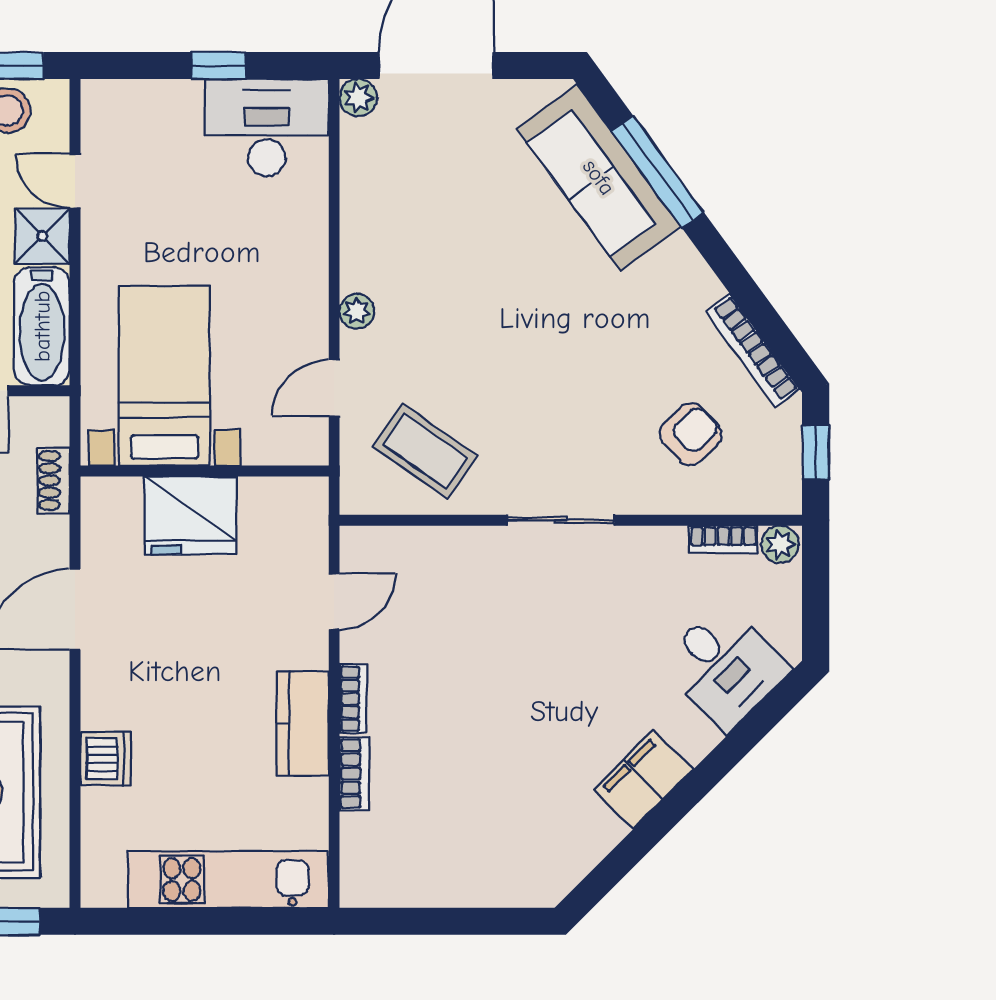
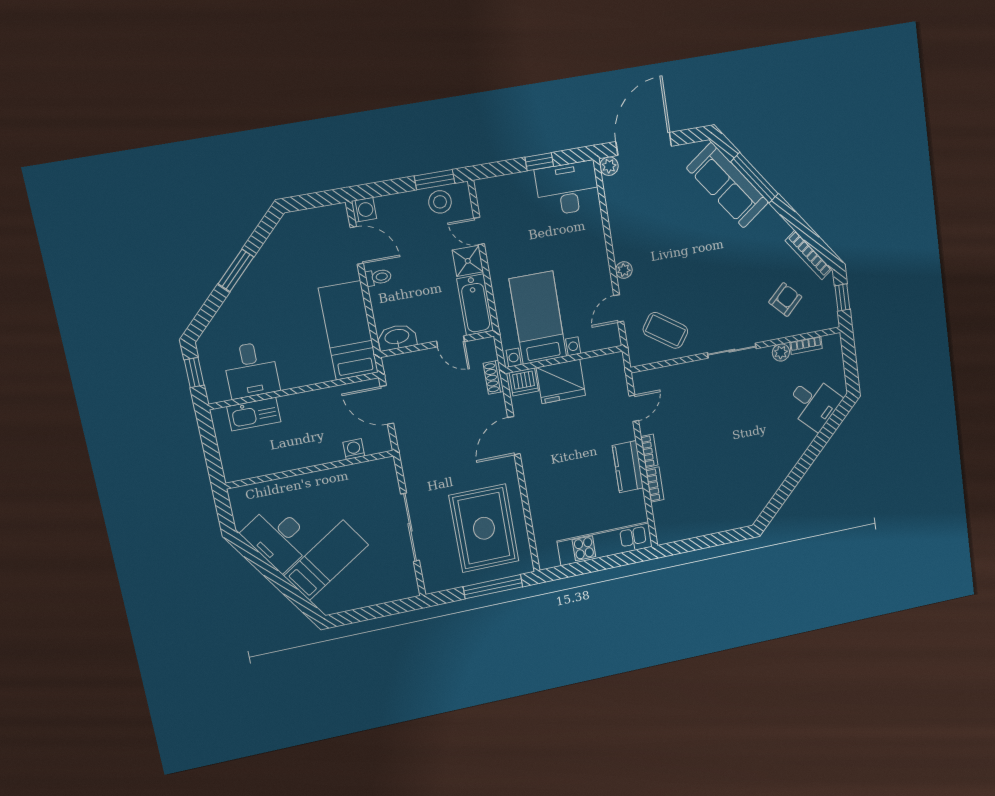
plant: (780, 544) -> (781, 352), moved
dishwasher: (106, 759) -> (524, 382), moved, turned 90
filing cabinet: (643, 780) -> (784, 461), removed

